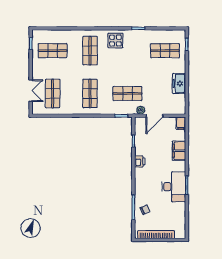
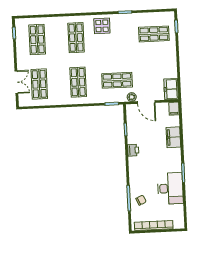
shop shelf: (53, 51) -> (37, 39), turned 90
freezer: (179, 83) -> (171, 89), moved
door: (154, 116) -> (146, 102), hinge flipped
desk: (174, 187) -> (170, 188), moved

